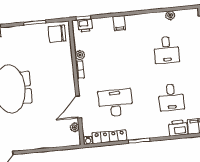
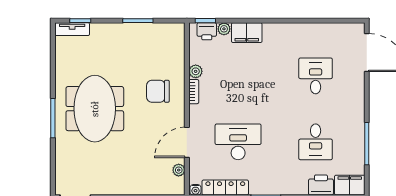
plant: (170, 15) -> (224, 29), moved
filing cabinet: (119, 23) -> (247, 33), width x2.00
chair: (57, 34) -> (158, 91), moved
desk: (167, 50) -> (316, 76), turned 180

